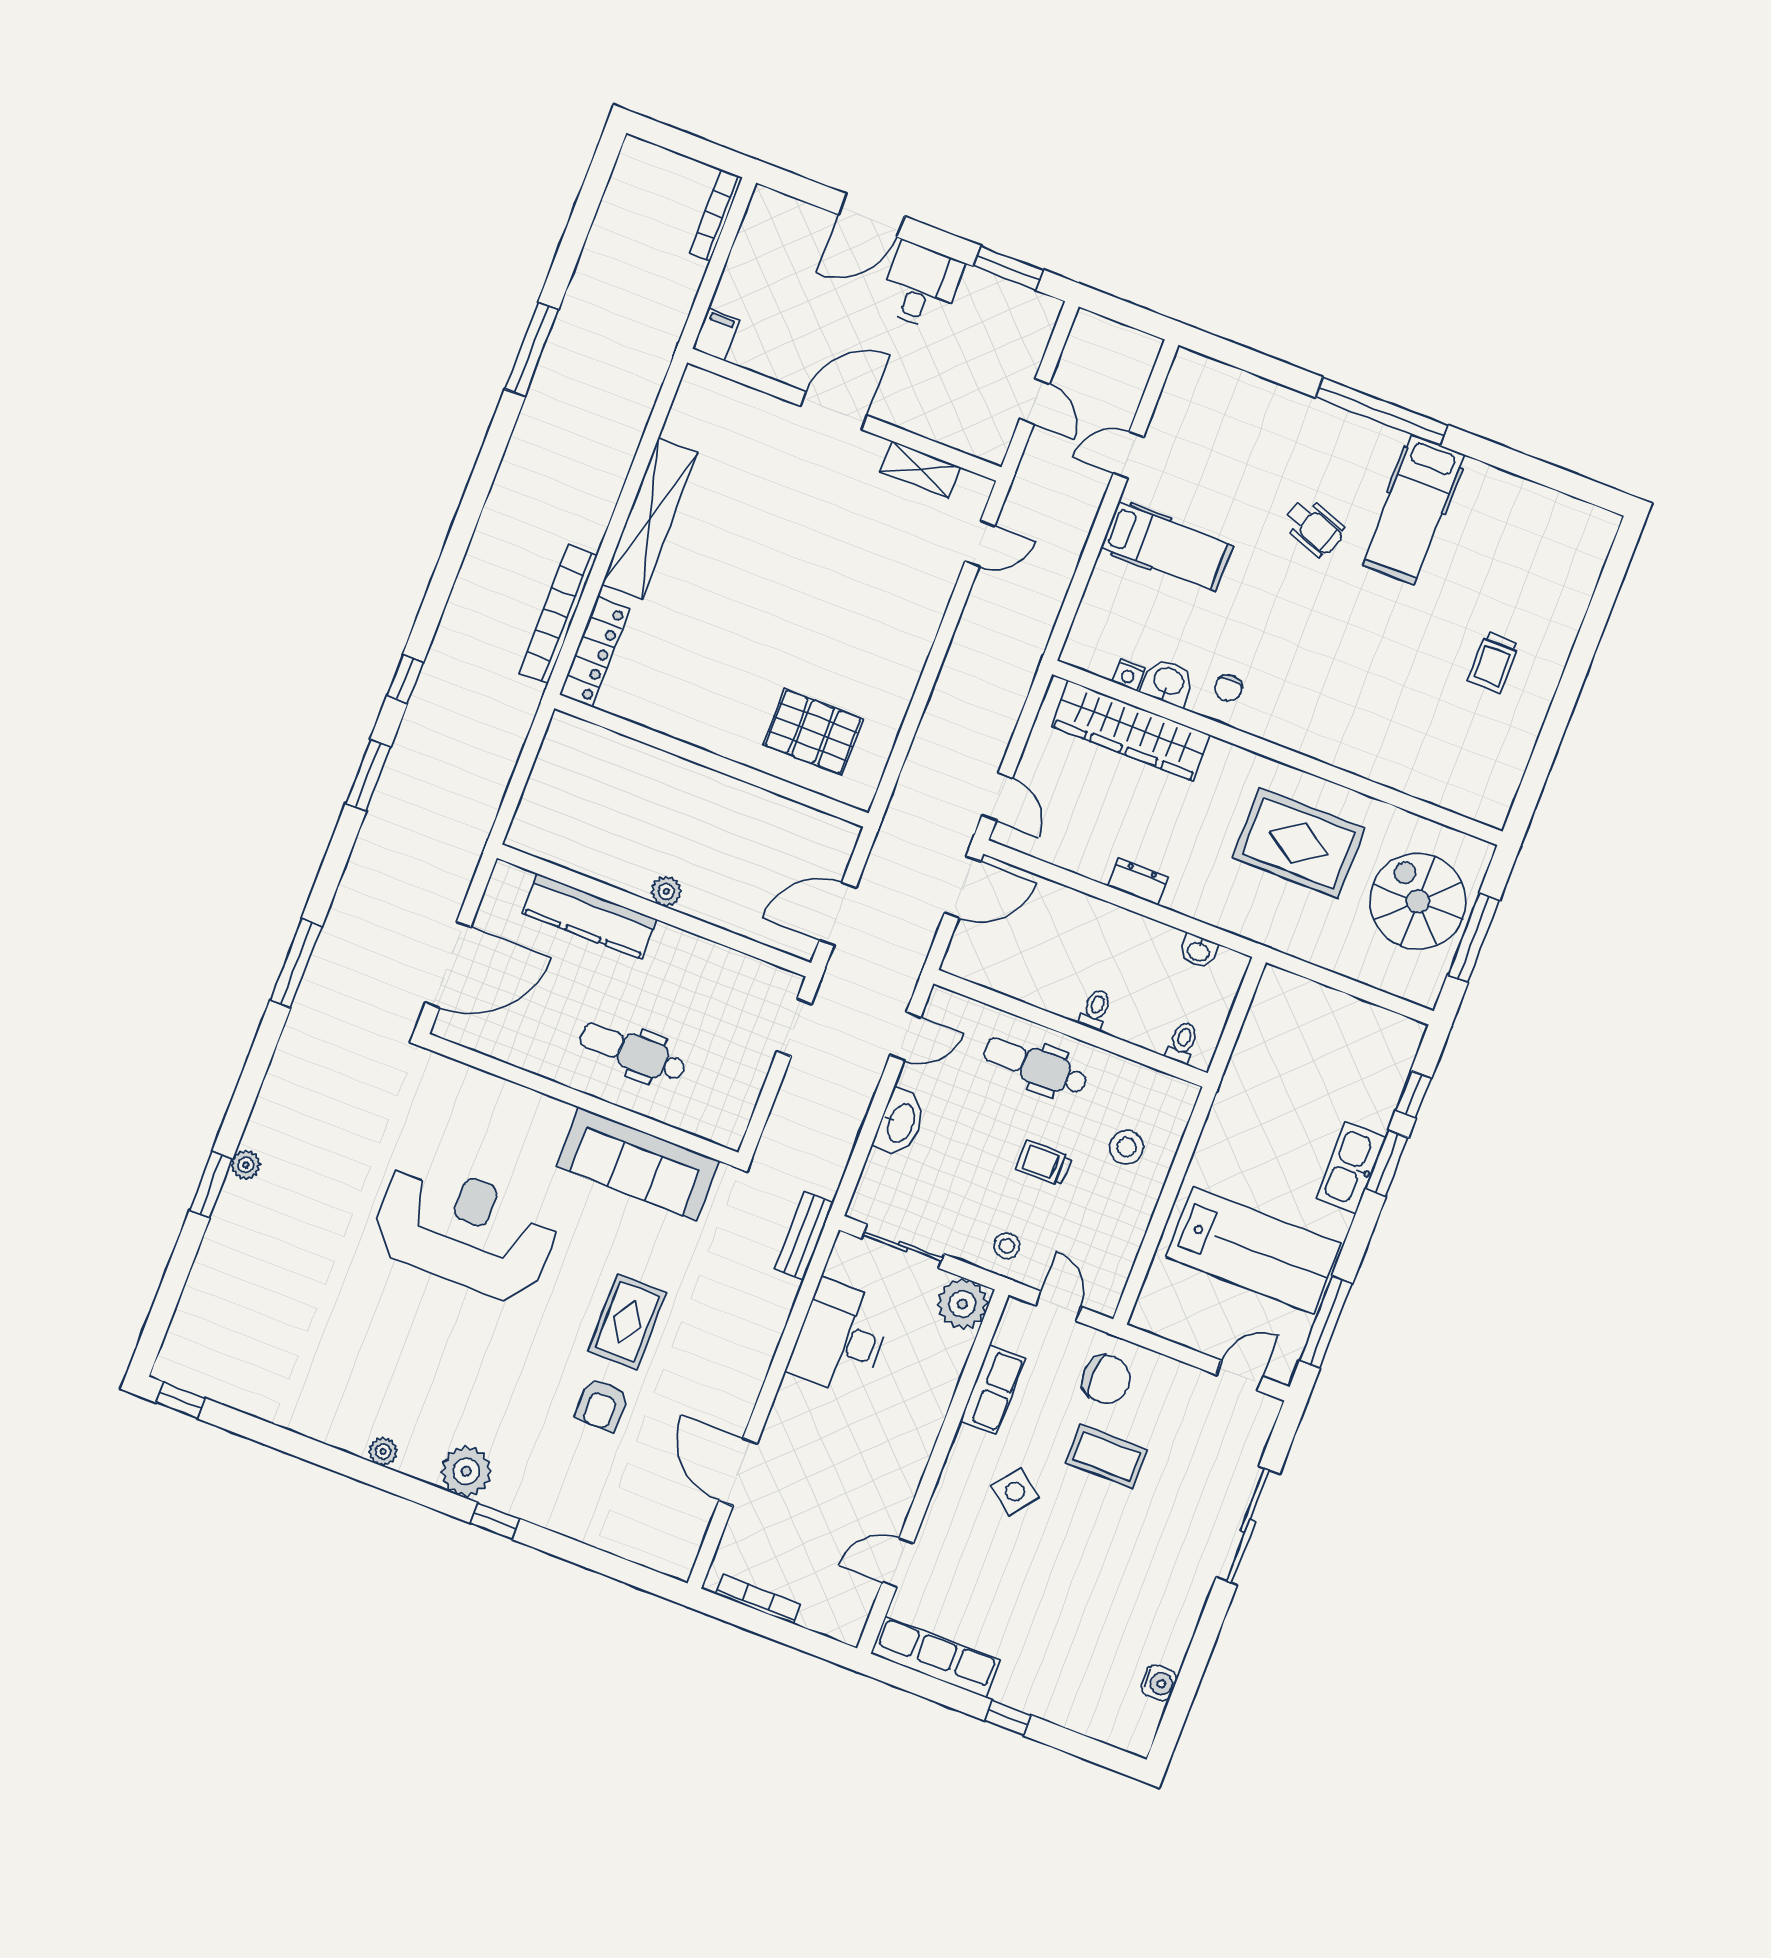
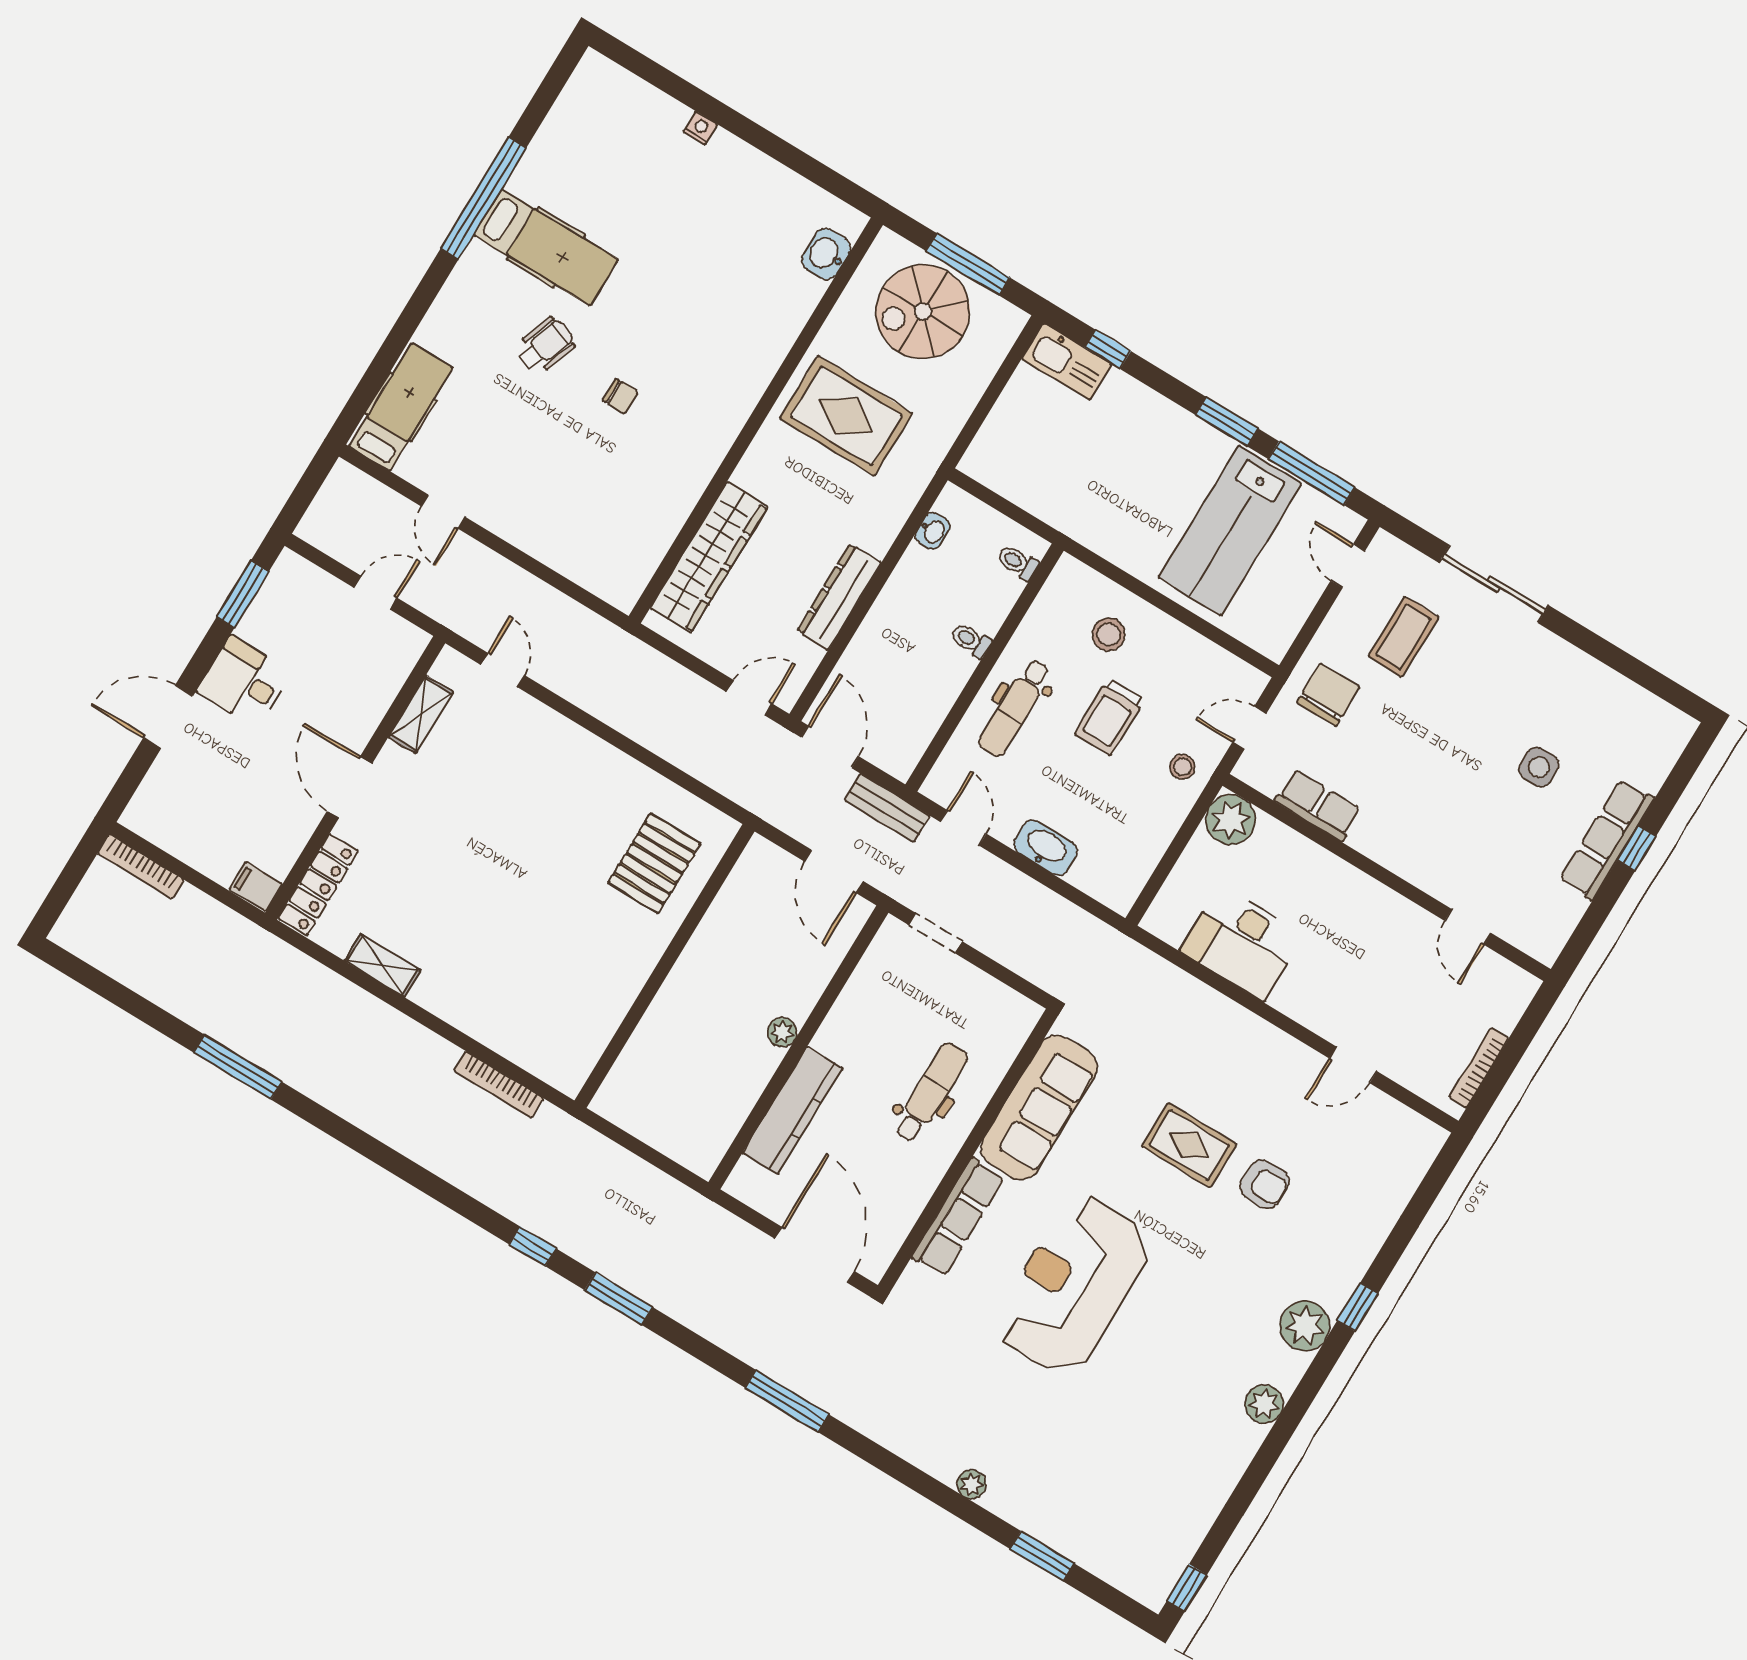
door: (872, 215) -> (168, 717), swing flipped
window: (1382, 411) -> (484, 198), moved
shelving: (650, 518) -> (382, 966), width x0.45, depth x0.75
hospital bed: (1167, 547) -> (401, 407), moved
bookcase: (558, 614) -> (499, 1085), width x0.68, depth x0.76
locker: (595, 652) -> (318, 885), moved, turned 90
trolley: (1493, 662) -> (707, 197), removed
nightstand: (1128, 675) -> (700, 128), moved, turned -90
washbasin: (1168, 682) -> (826, 254), moved
chair: (1228, 688) -> (620, 396), moved
rug: (1299, 843) -> (846, 416), turned 90
dresser: (1138, 882) -> (839, 597), width x1.96, depth x1.24
dental chair: (633, 1052) -> (931, 1092), turned 180
row of seats: (512, 1102) -> (958, 1217), added
trolley: (1044, 1163) -> (1109, 717), width x1.36, depth x1.39
window: (1387, 1163) -> (1227, 422), moved
kitchen sink: (1351, 1168) -> (1067, 361), moved
window: (211, 1184) -> (1042, 1556), moved
bench: (804, 1236) -> (887, 808), moved
sliding door: (903, 1246) -> (1165, 867), removed
lab bench: (1253, 1250) -> (1230, 531), turned 180
plant: (383, 1451) -> (1264, 1404), width x1.38, depth x1.38
coffee table: (1106, 1456) -> (1403, 637), moved
door: (738, 1472) -> (1353, 1065), width x0.73
side table: (1015, 1492) -> (1539, 767), moved, turned -38
row of seats: (935, 1657) -> (1607, 839), moved
water cooler: (1159, 1683) -> (1629, 697), removed

